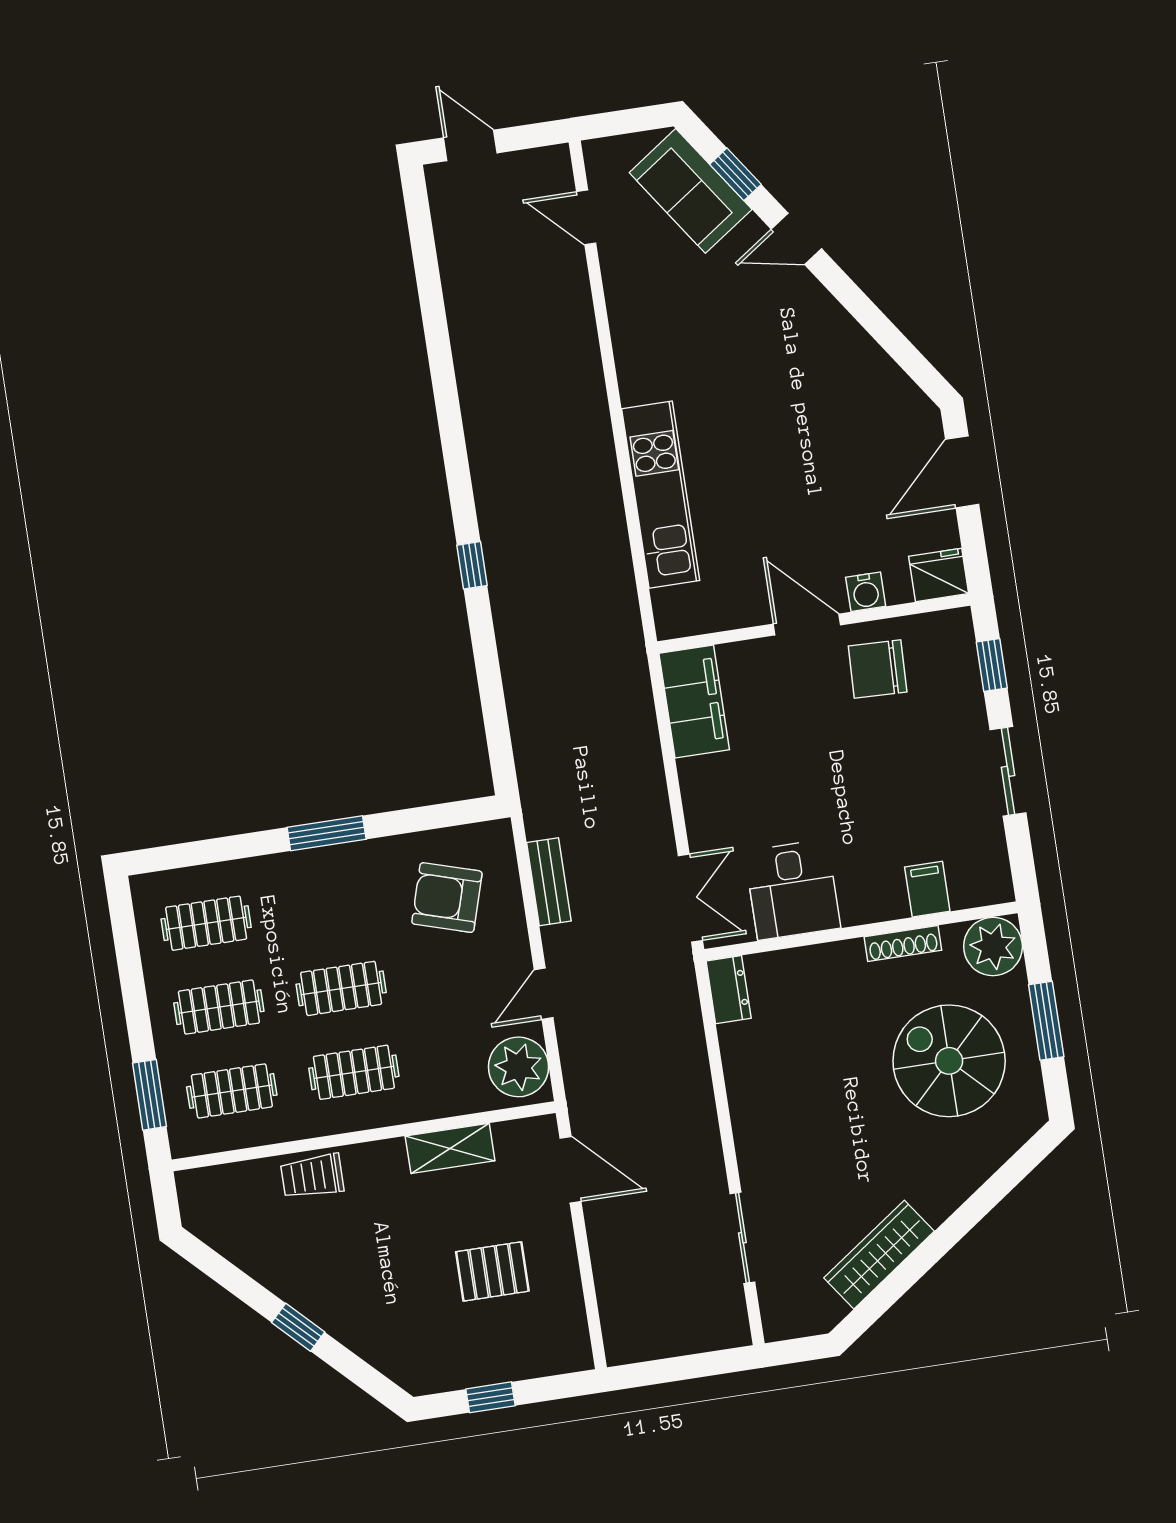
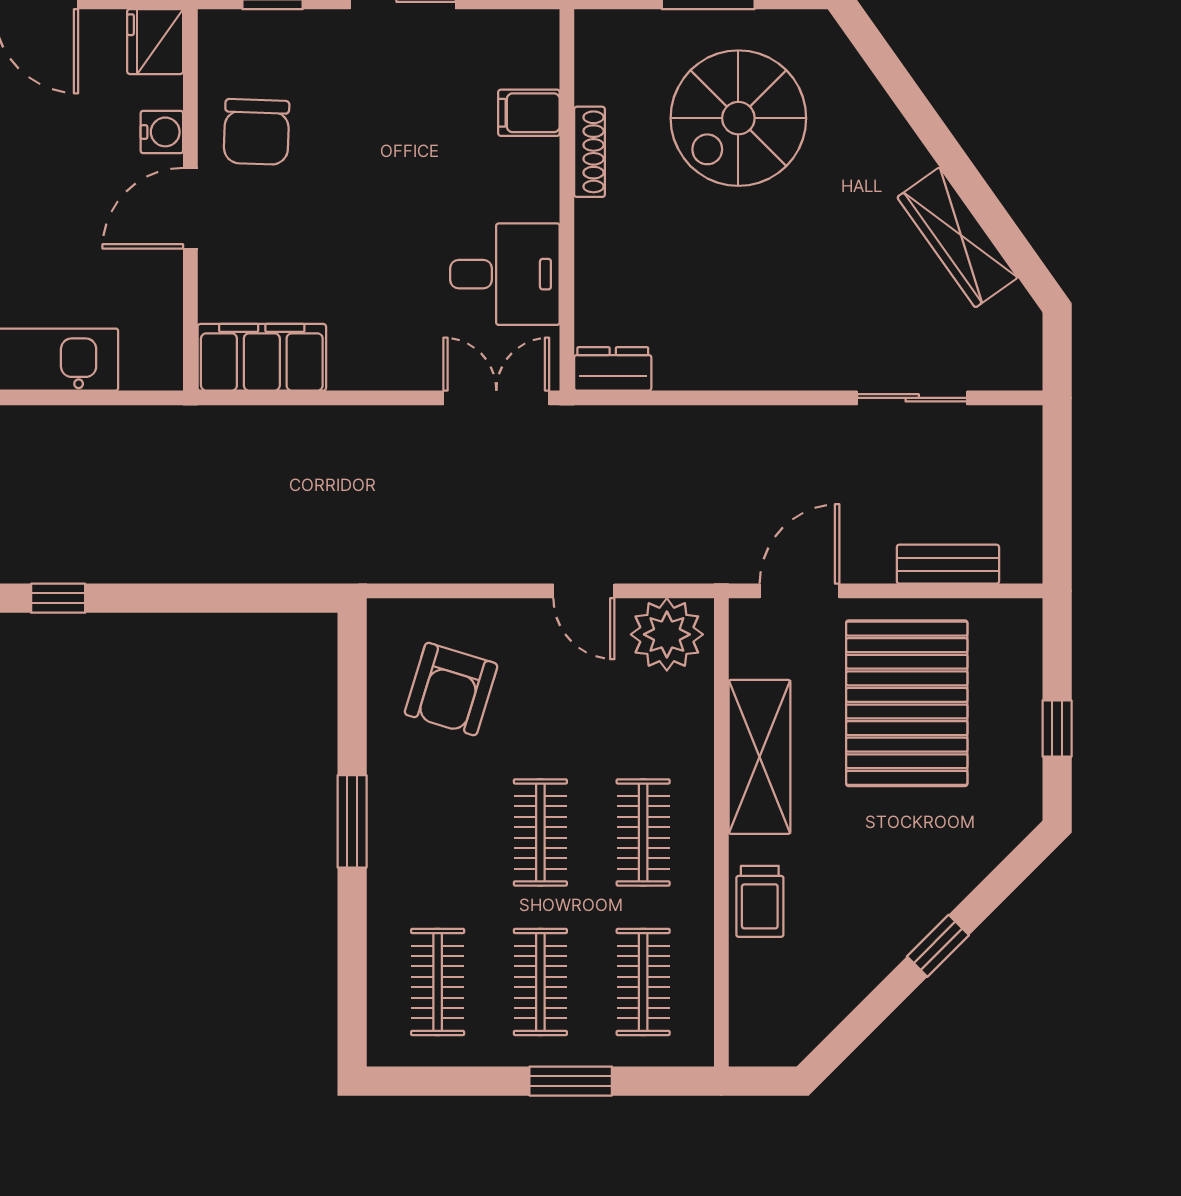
bench: (549, 882) -> (948, 564), moved
plant: (993, 946) -> (610, 45), removed
window: (150, 1095) -> (571, 1081), moved
shelving: (450, 1148) -> (760, 757), width x1.50, depth x1.33
pallet: (492, 1271) -> (907, 703), width x2.05, depth x2.00

